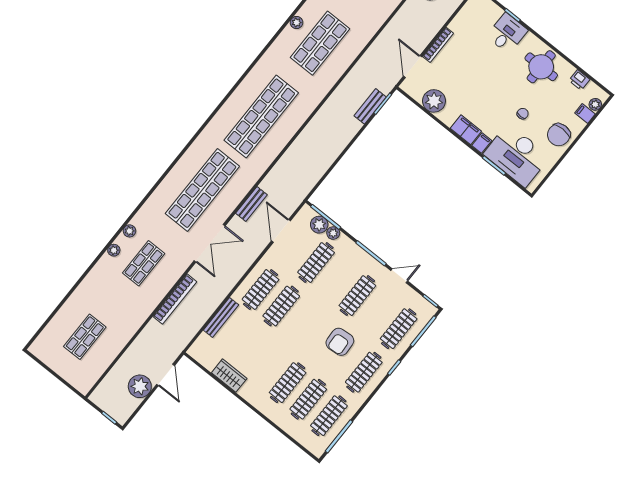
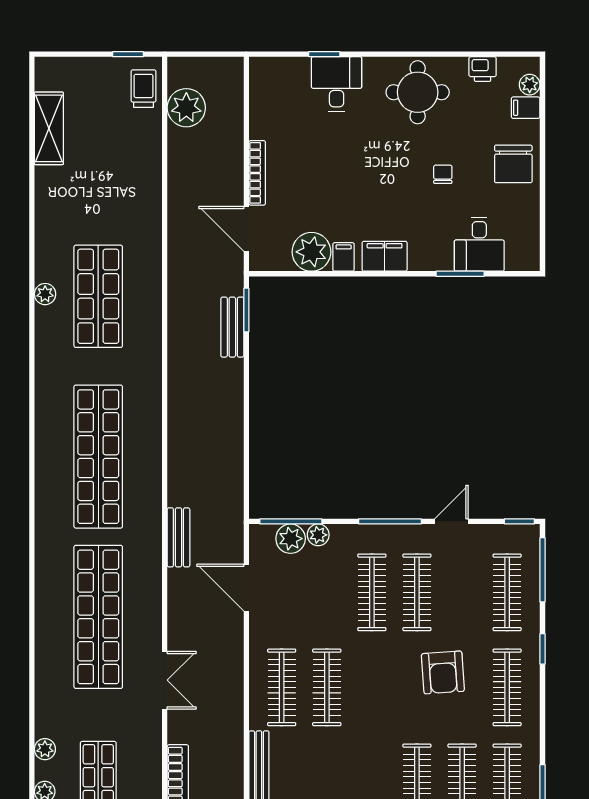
filing cabinet: (482, 143) -> (344, 257), moved
desk: (517, 155) -> (479, 244), width x0.53, depth x0.77
bench: (251, 204) -> (178, 537), moved
double door: (210, 243) -> (165, 680), width x0.73
clothes rail: (316, 263) -> (372, 592), moved

